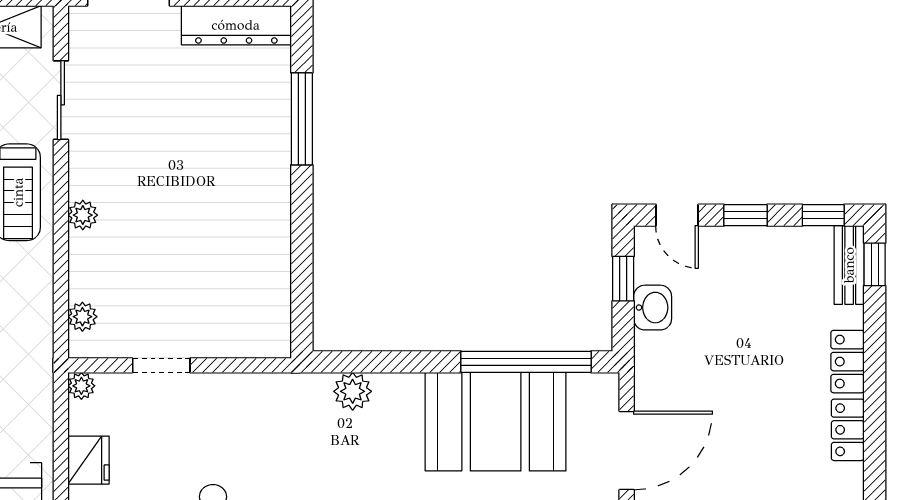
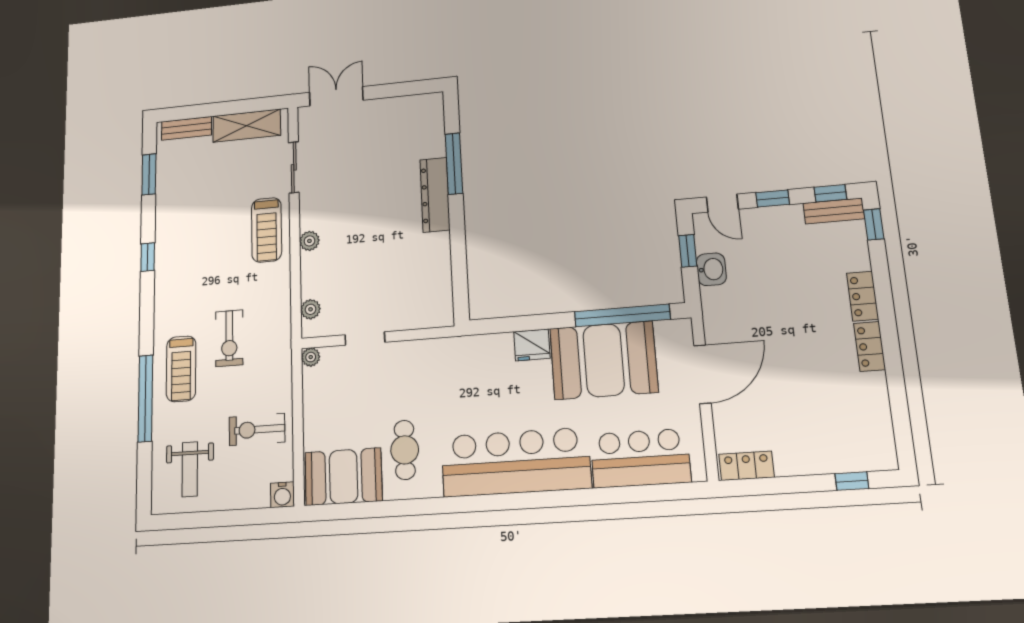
dresser: (236, 25) -> (435, 195), moved, turned 90
bench: (849, 265) -> (834, 211), moved, turned 90
plant: (353, 391) -> (499, 346), removed
fridge: (88, 460) -> (532, 345), moved, turned 90

